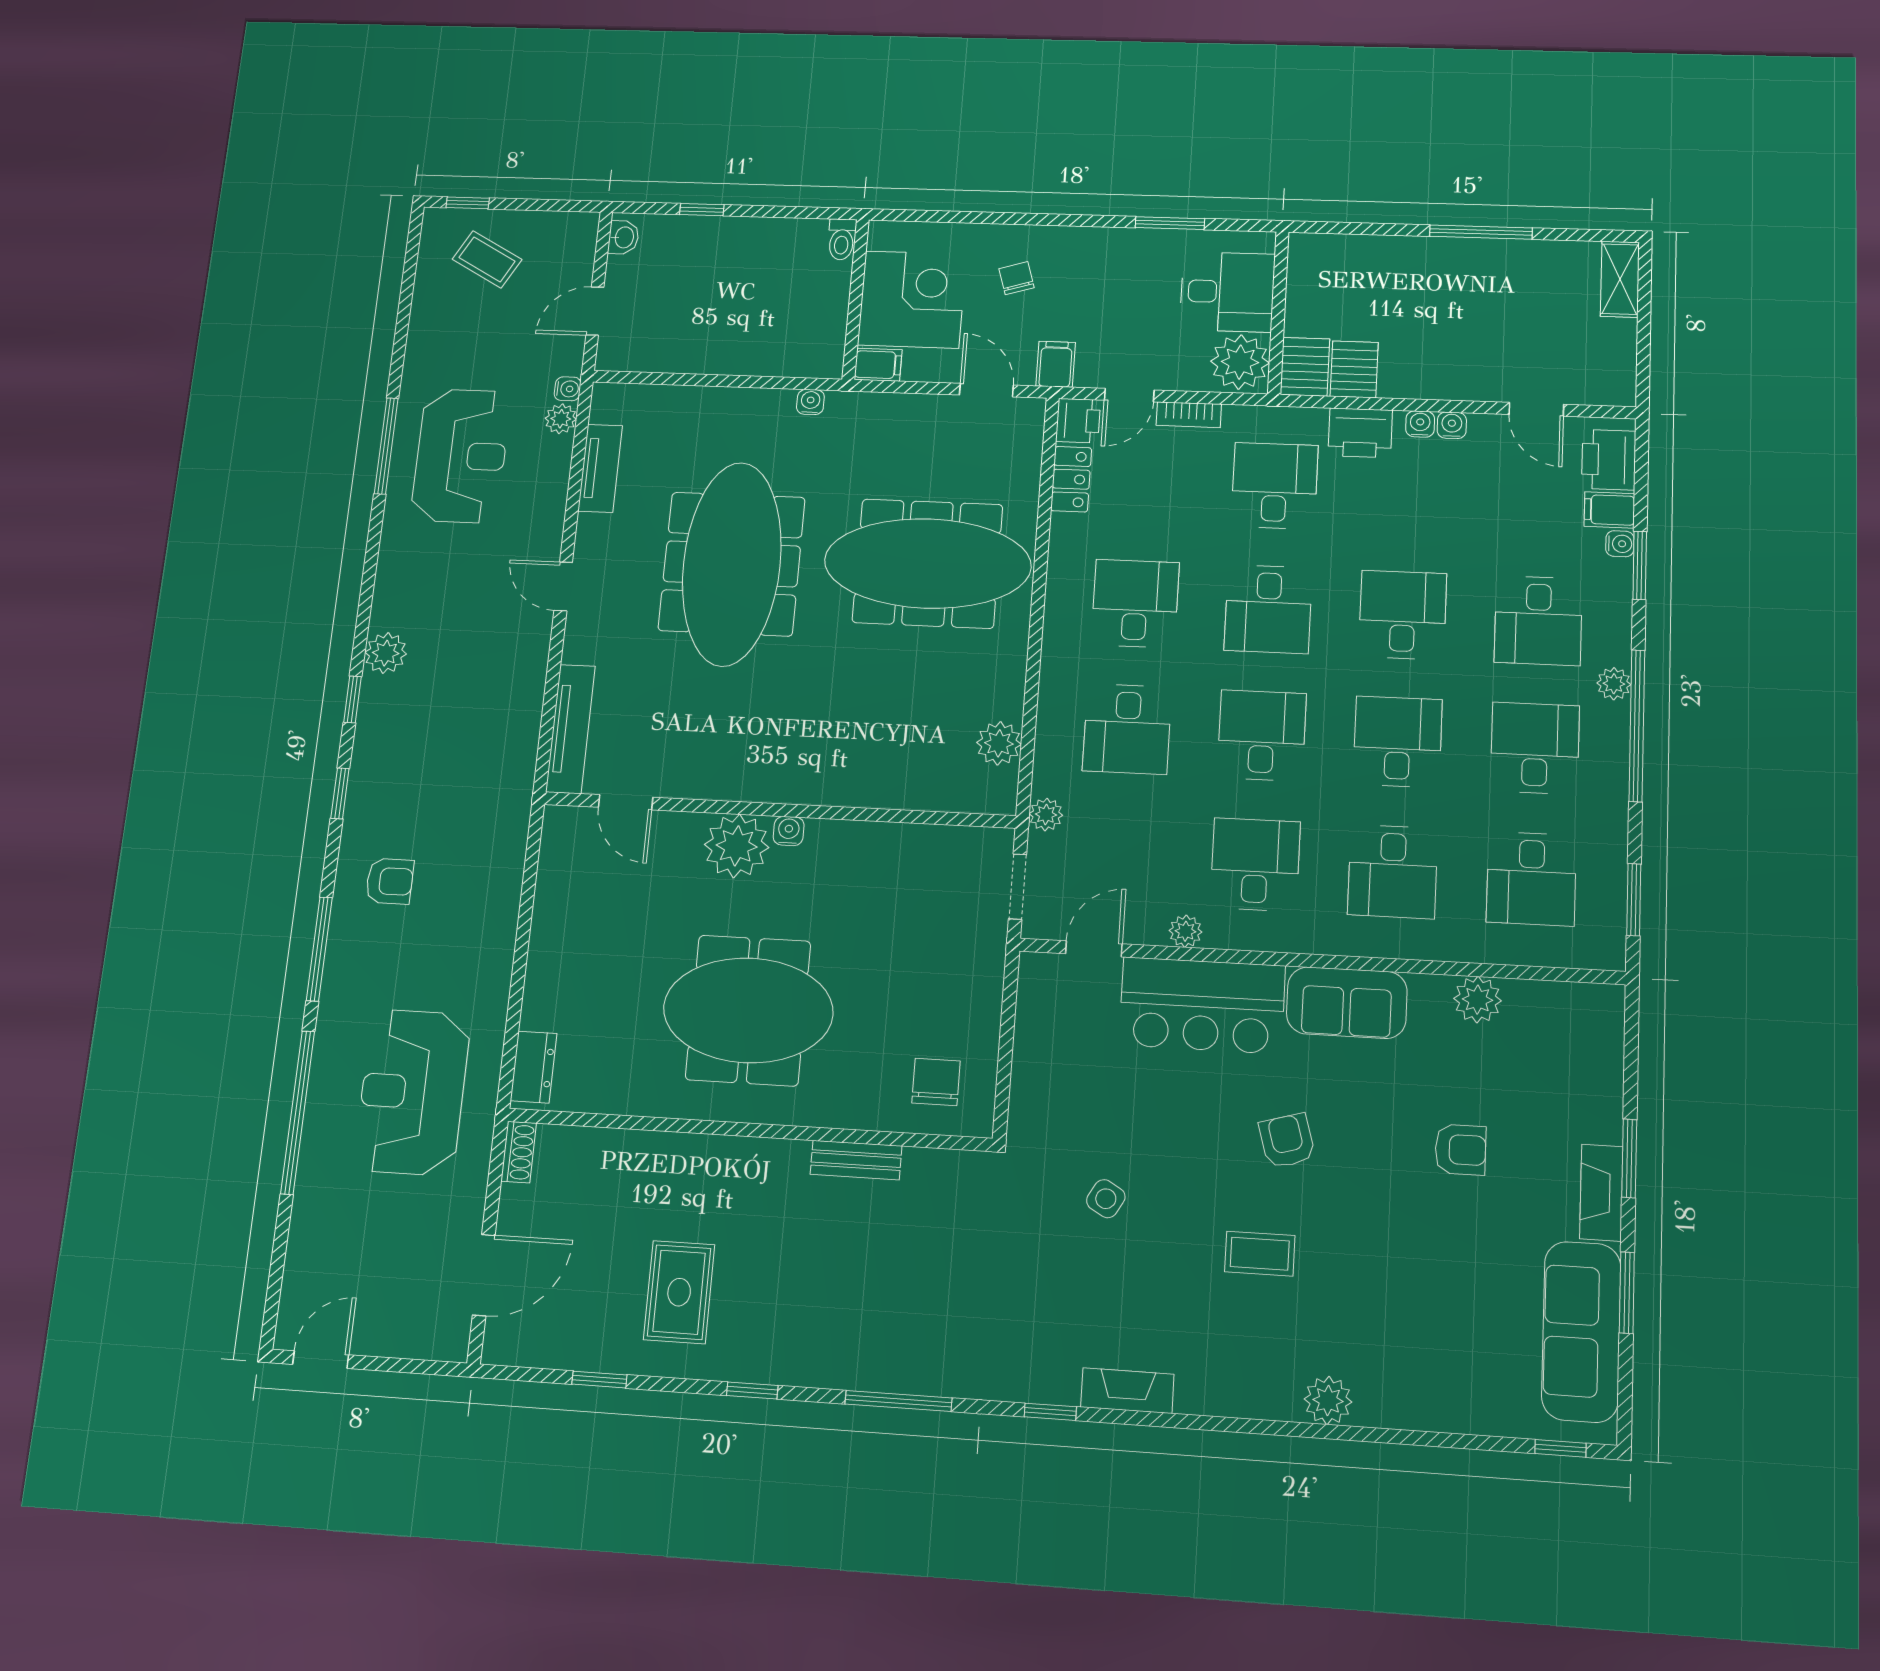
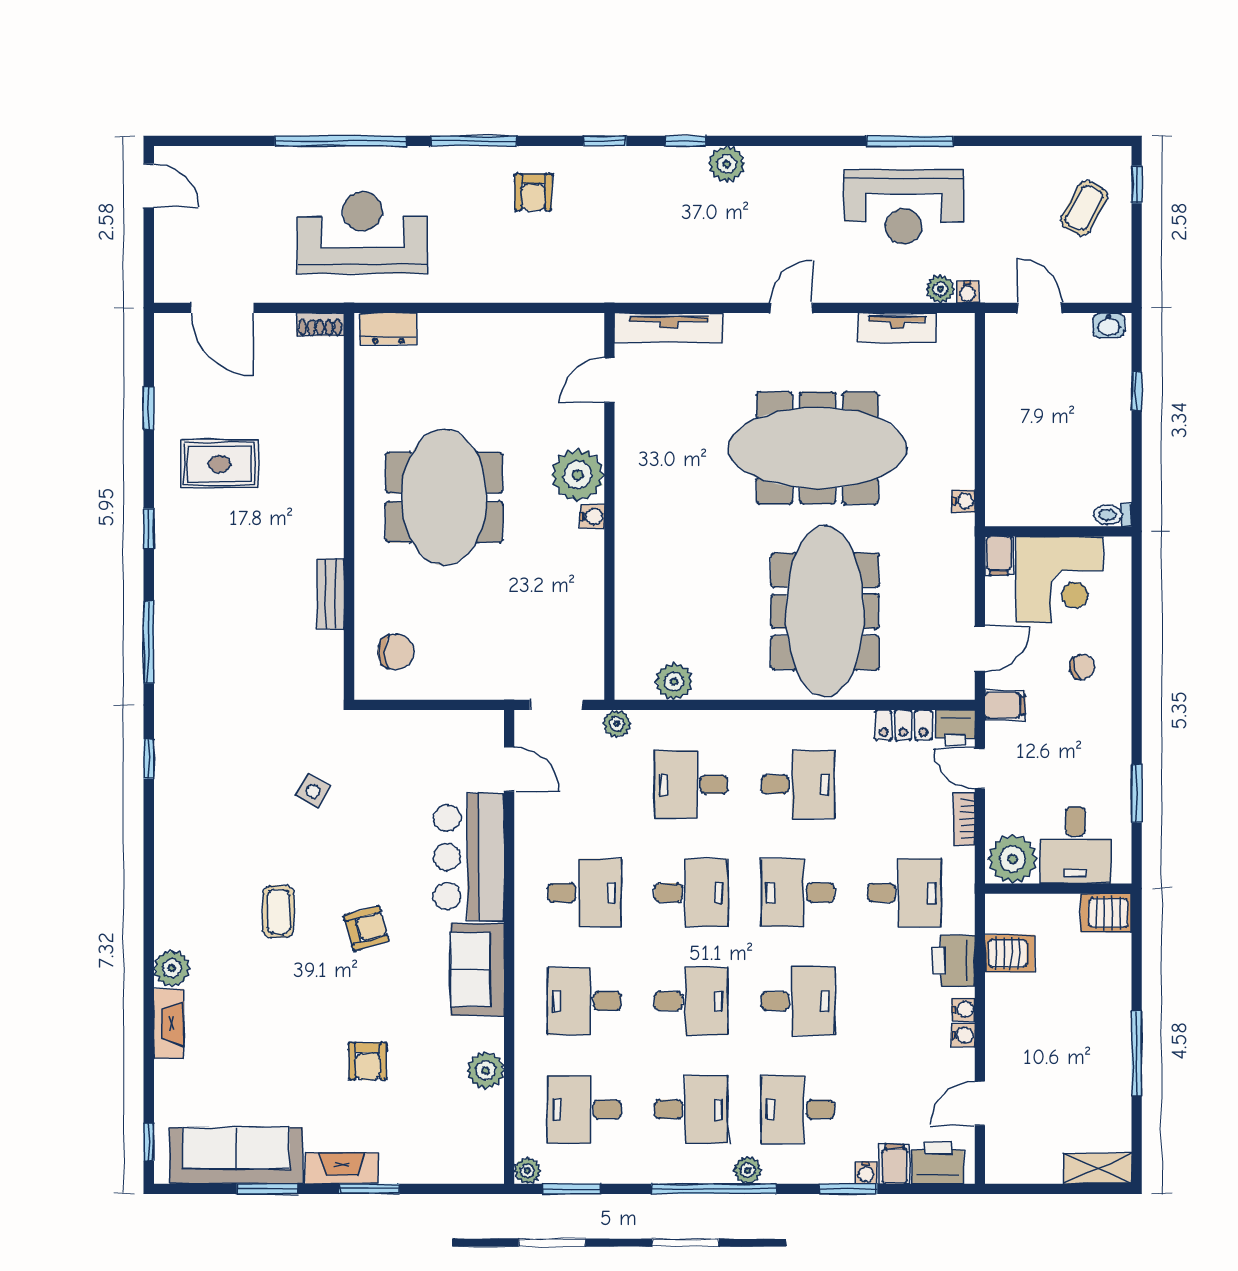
server rack: (1305, 367) -> (1106, 913), moved, turned 180
plant: (1186, 931) -> (527, 1171), moved
fireplace: (1127, 1391) -> (169, 1024), moved

